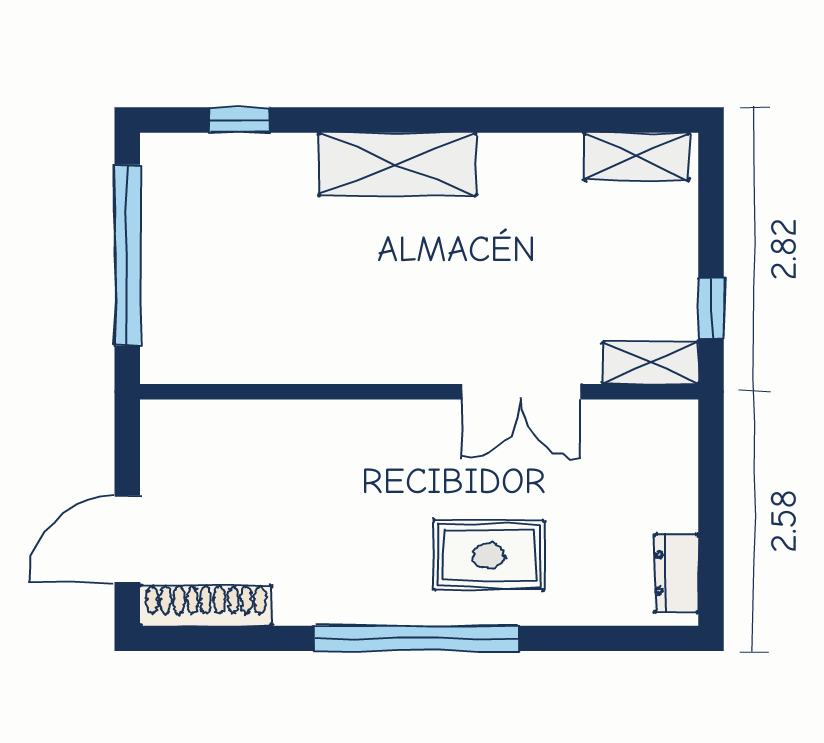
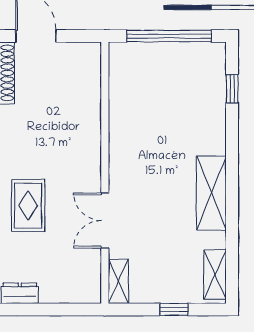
shelving: (397, 164) -> (211, 193), moved
window: (711, 308) -> (174, 309), moved

